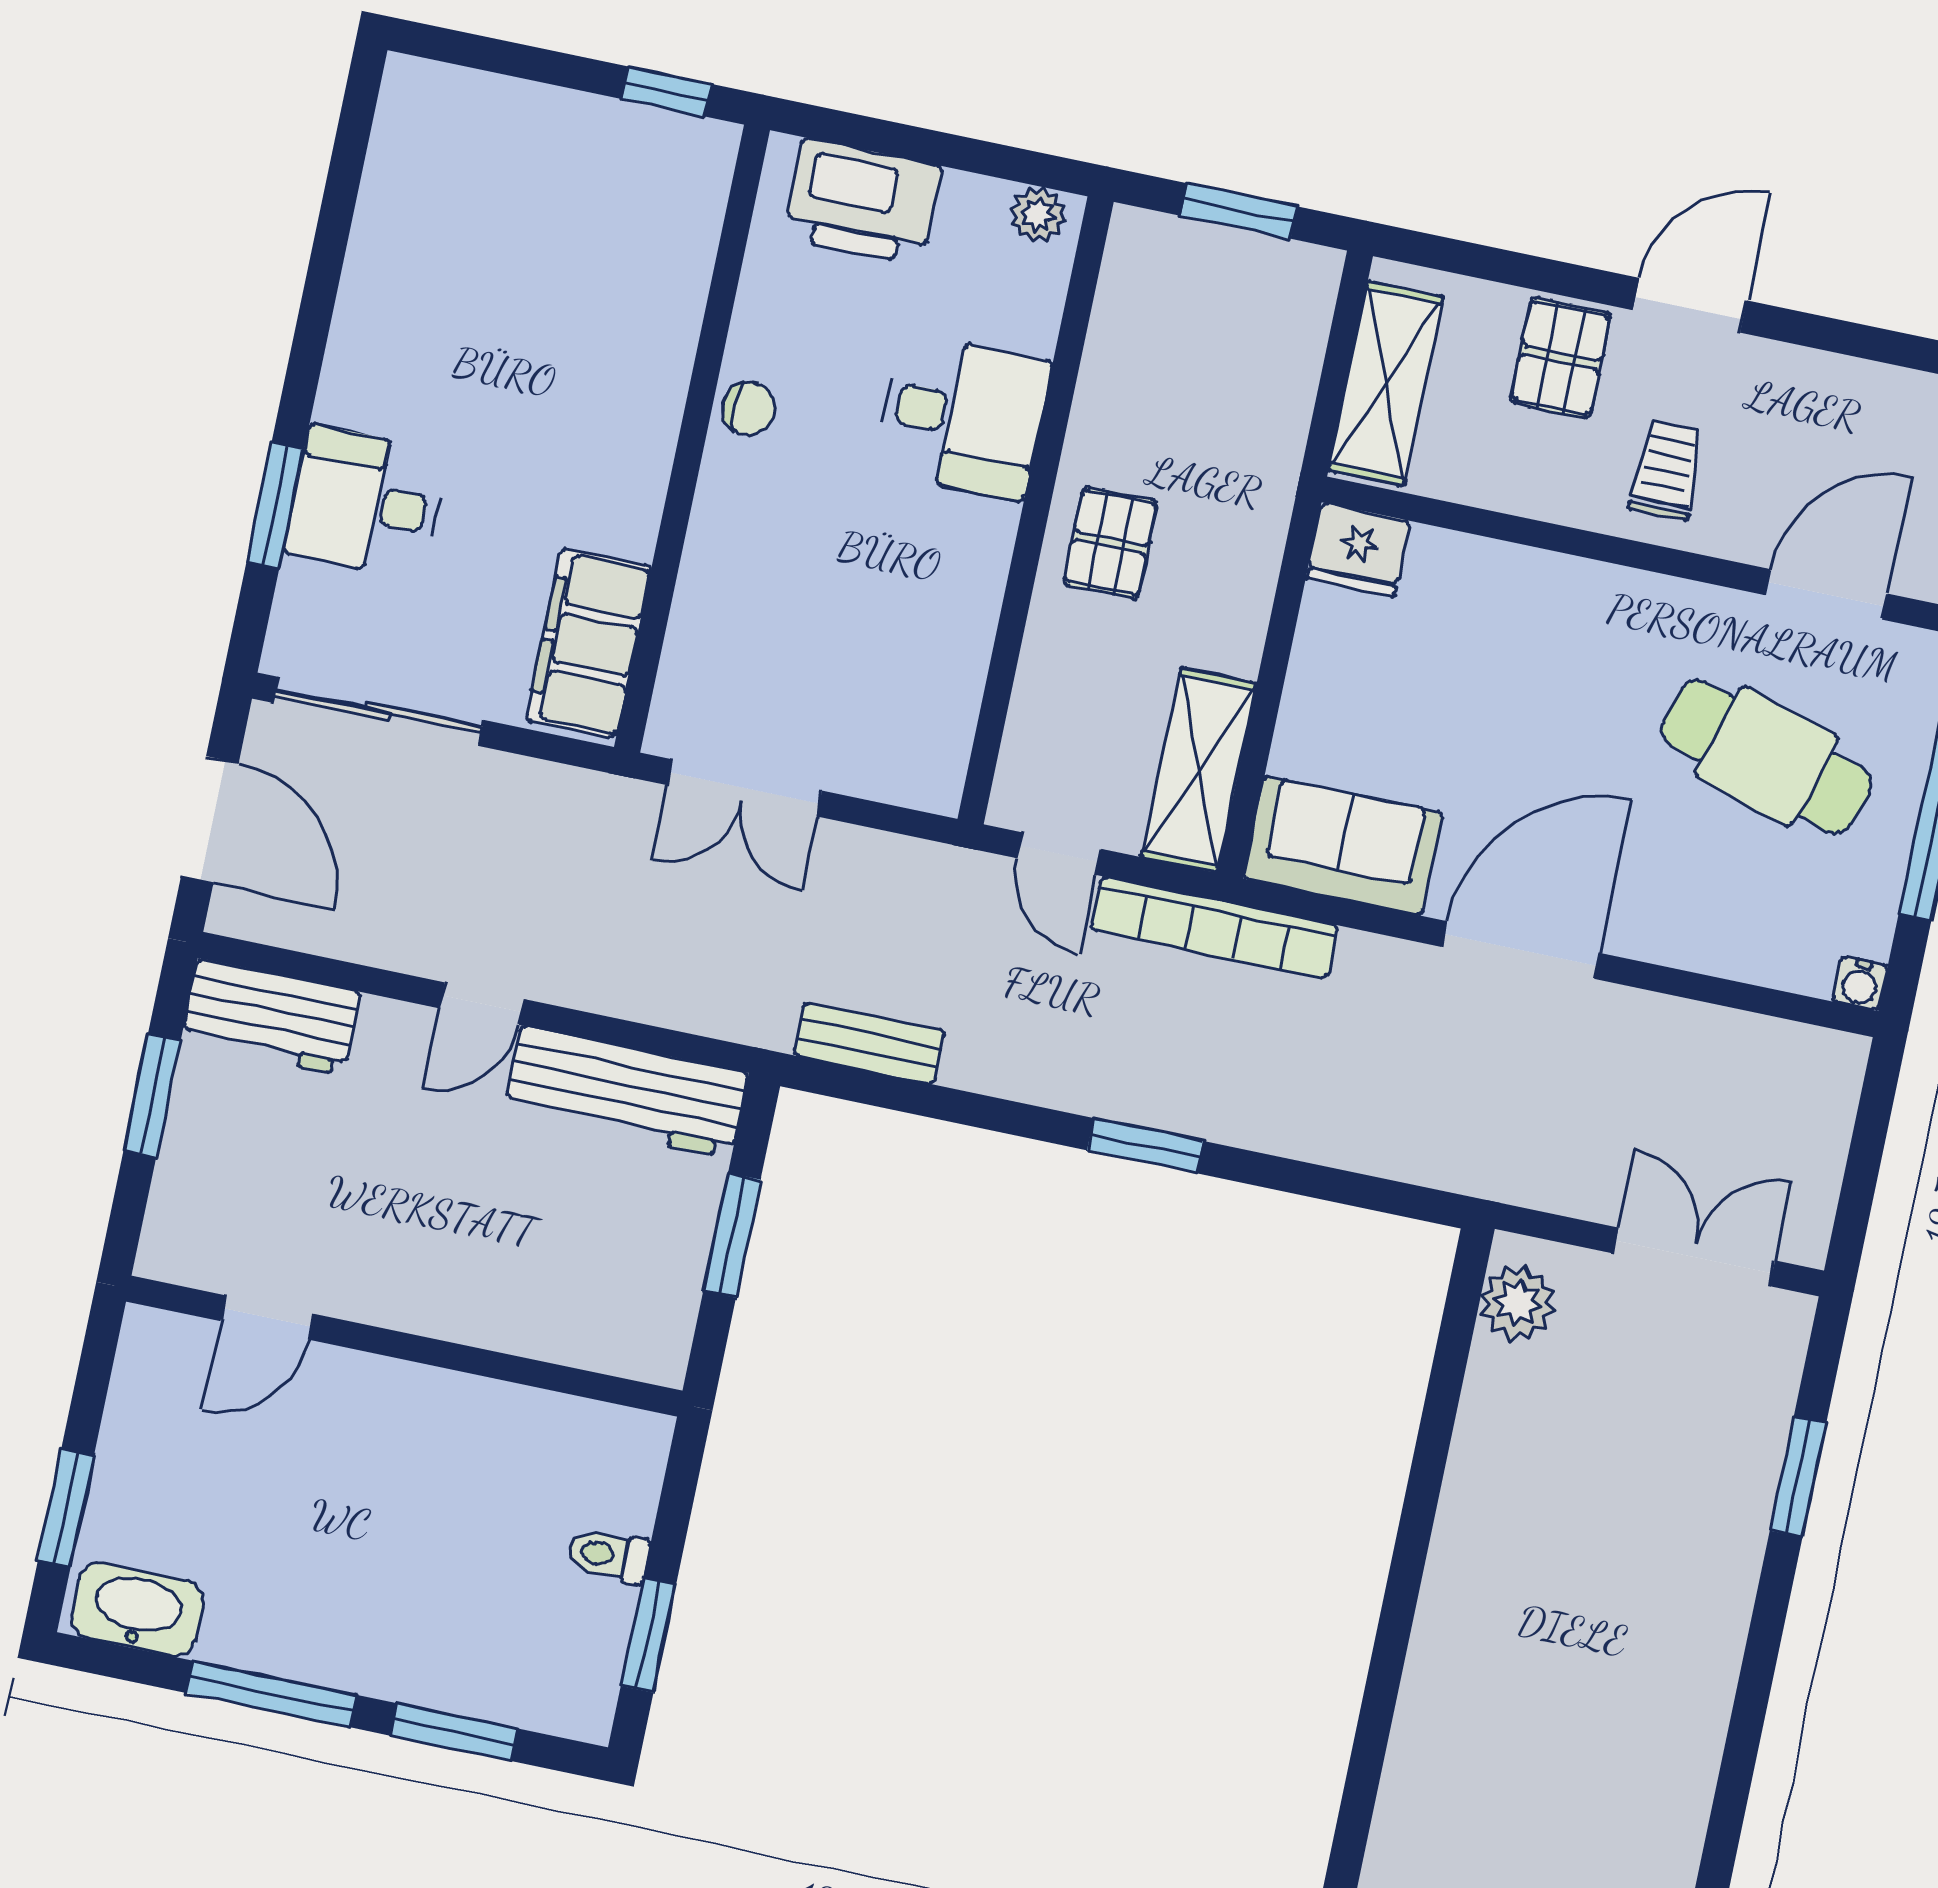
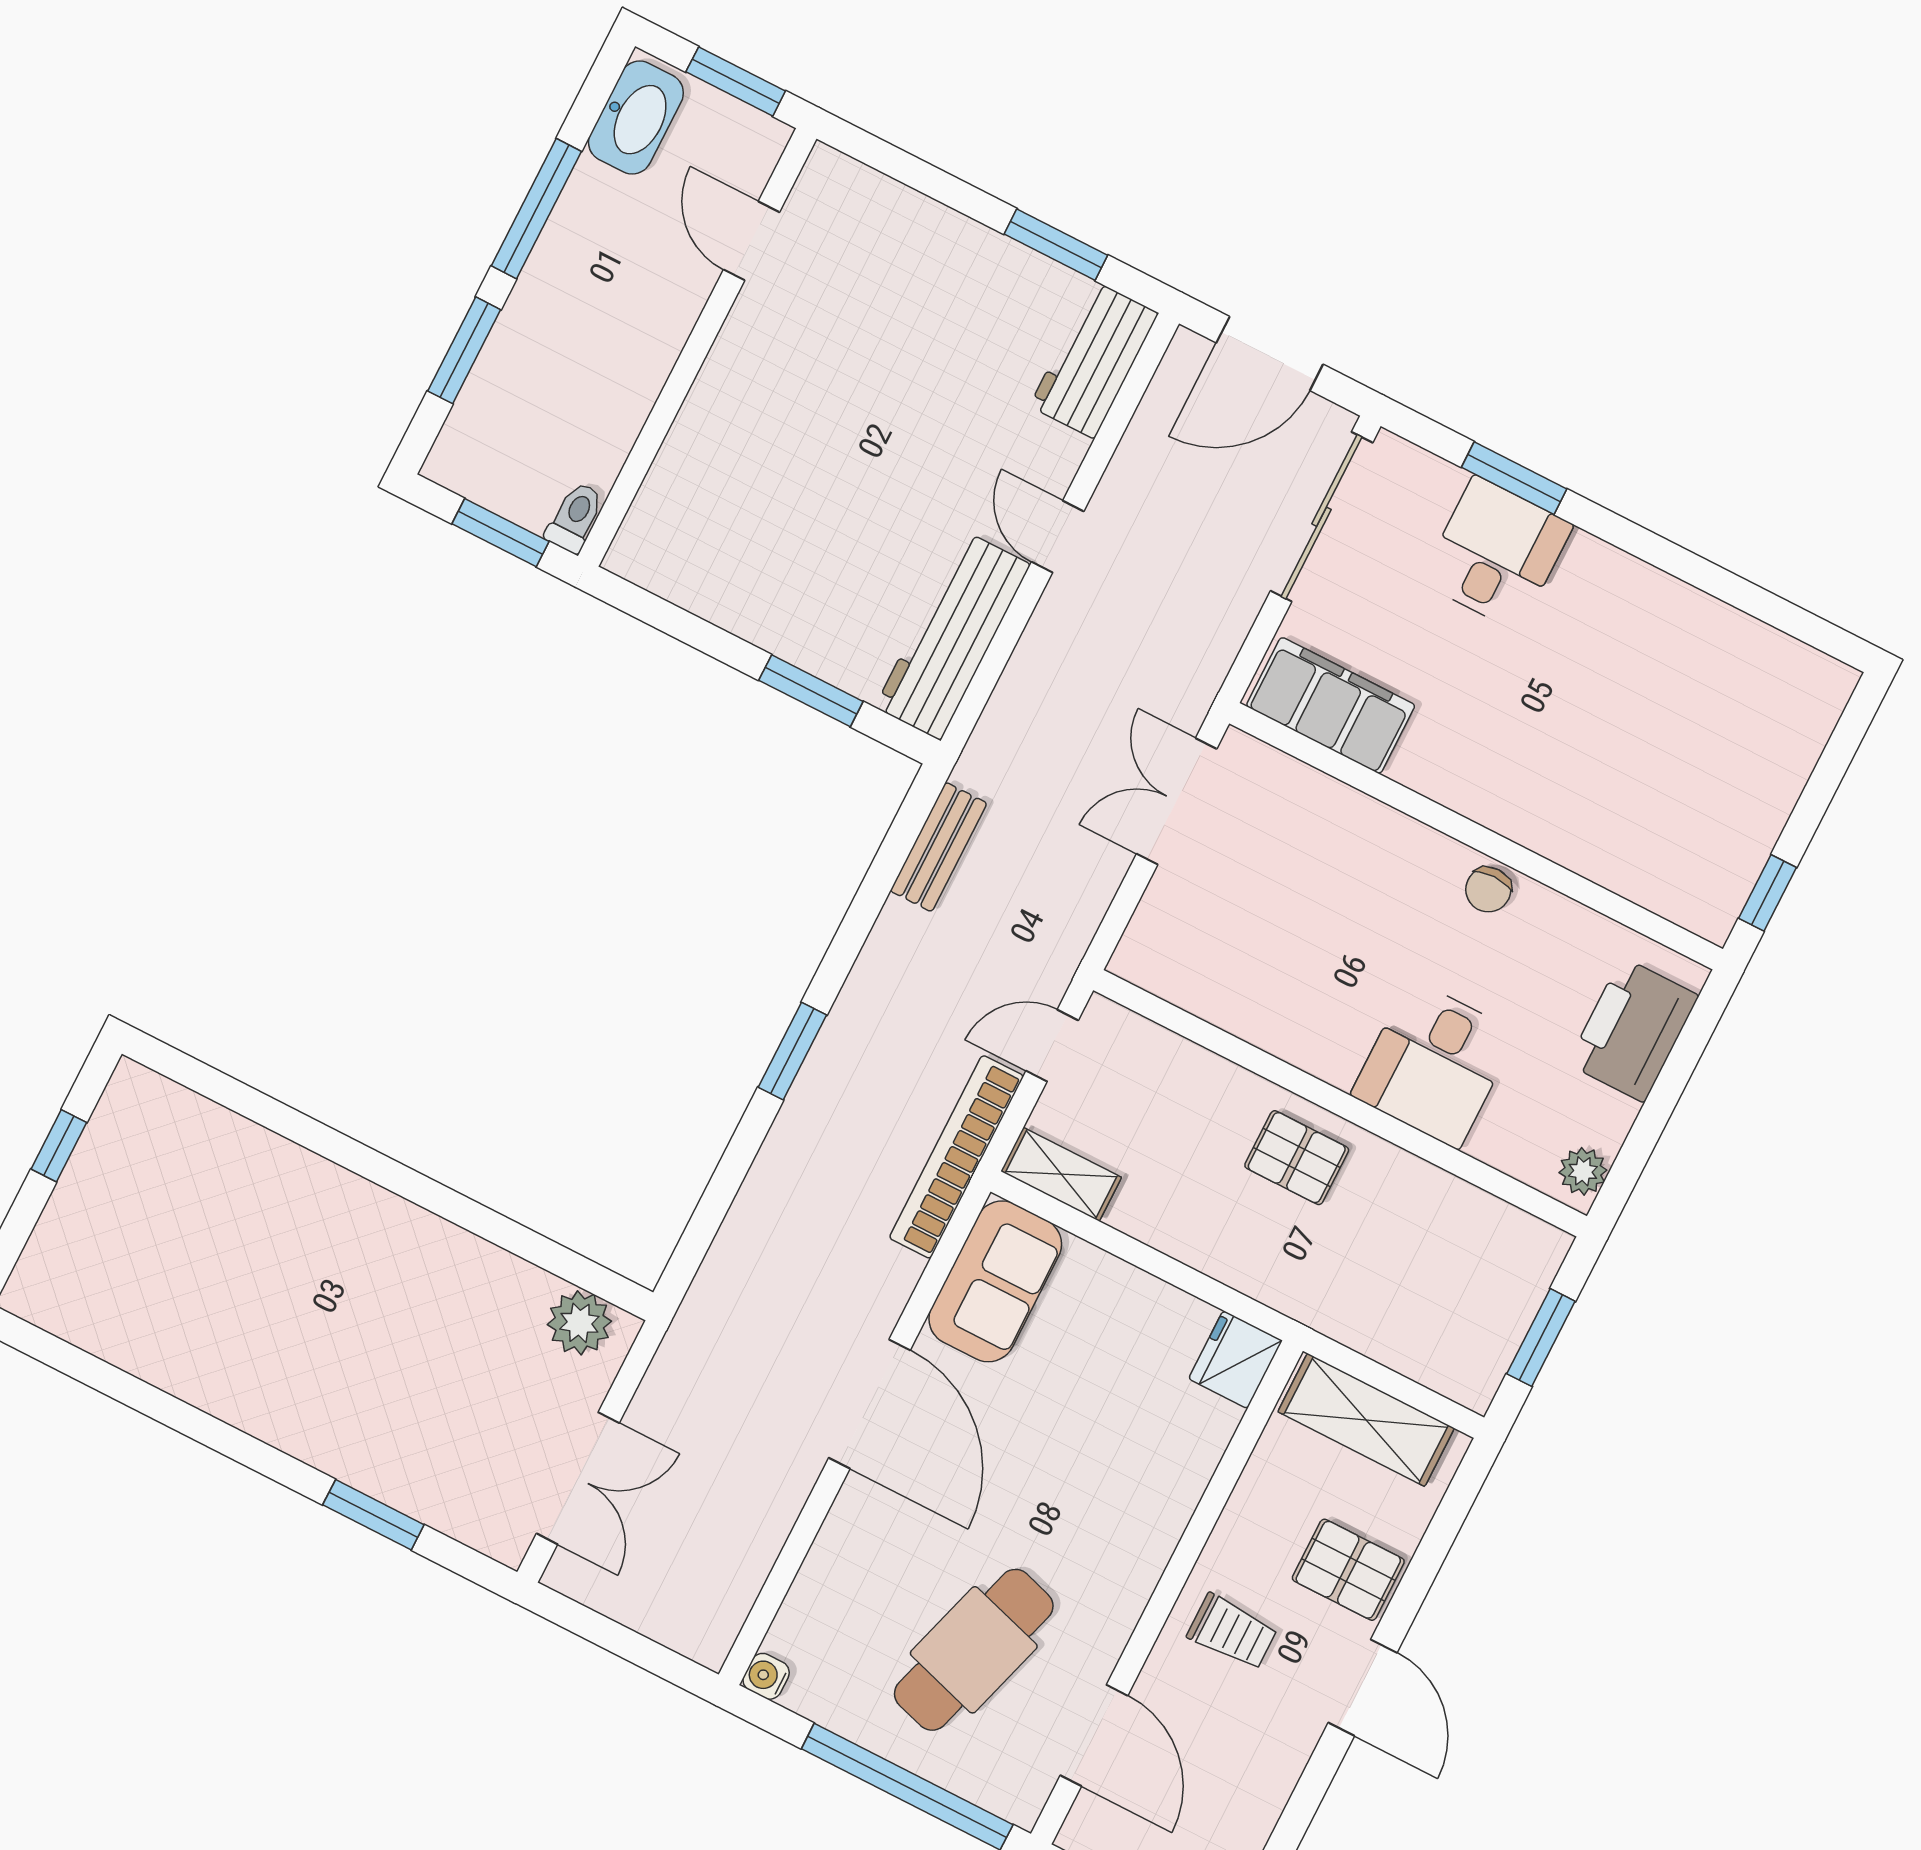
shelving: (1199, 770) -> (1061, 1174), width x0.67, depth x0.75
door: (267, 1317) -> (752, 241), moved
wall: (404, 1346) -> (697, 347), moved

